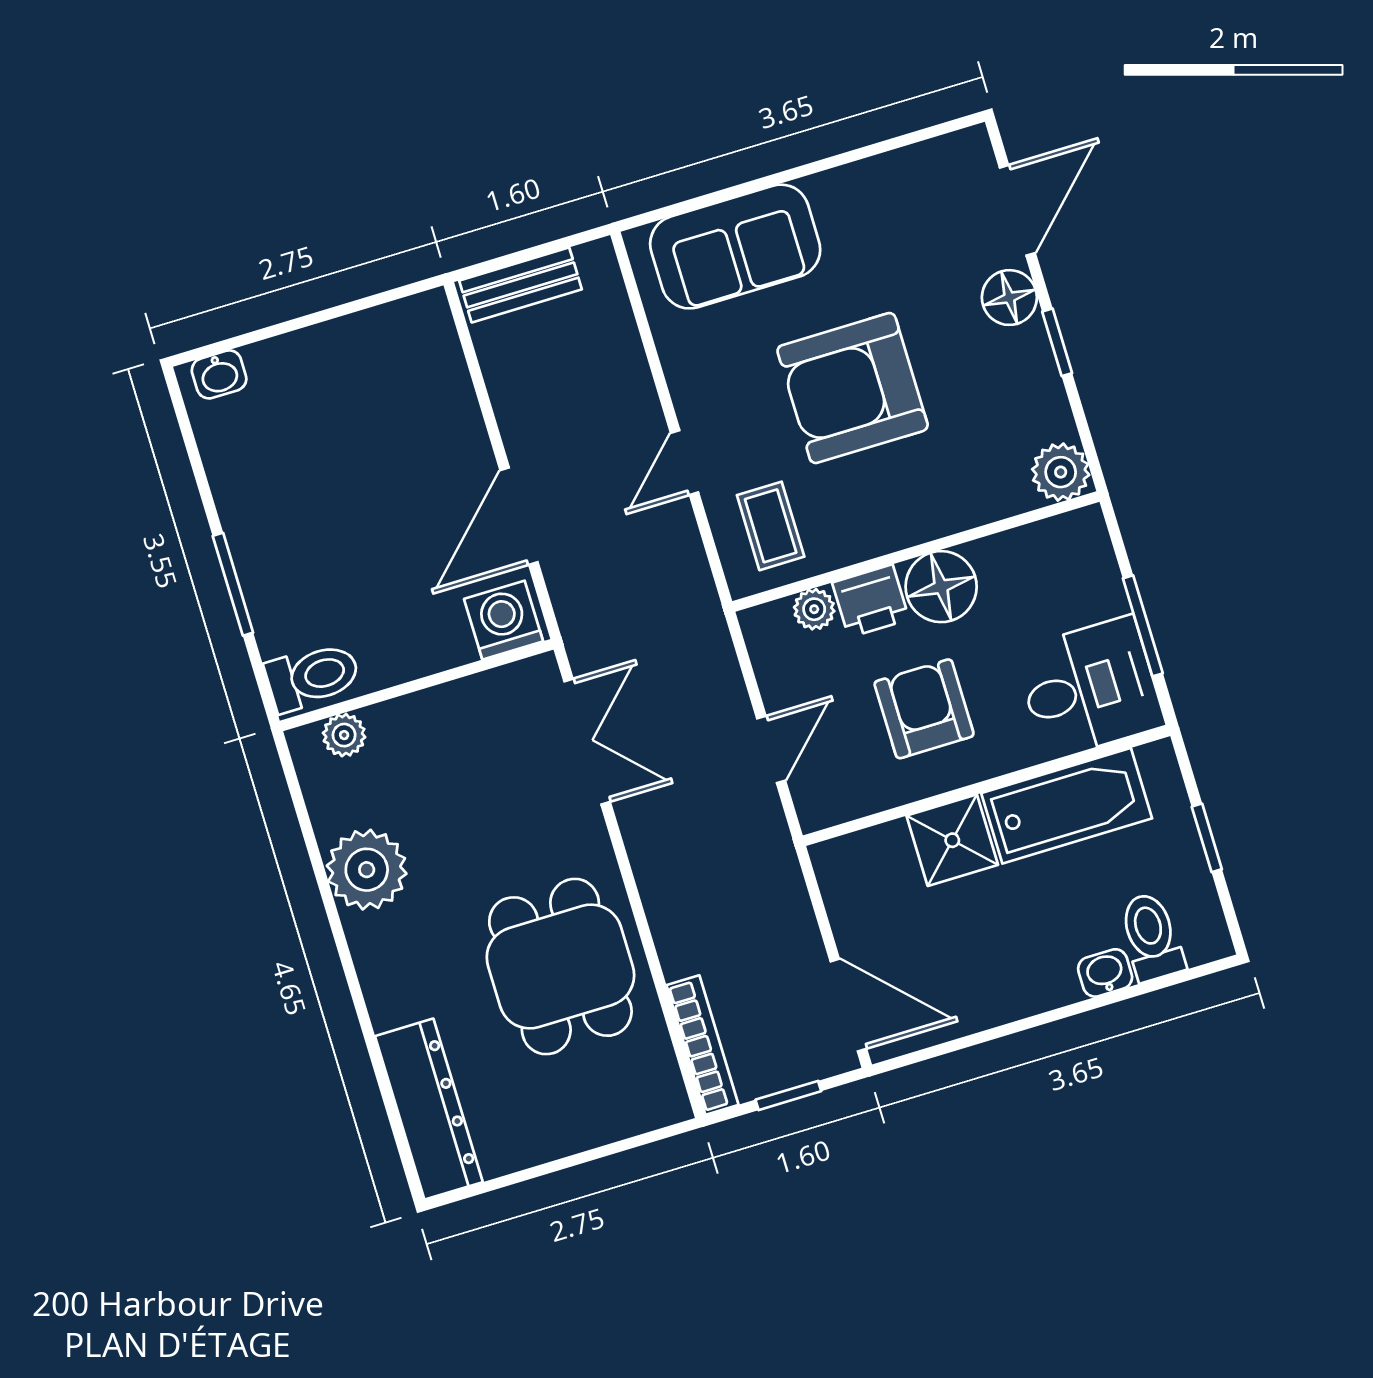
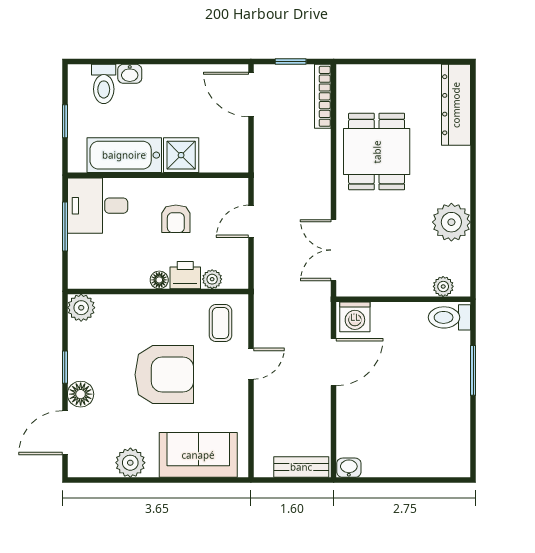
plant: (867, 190) -> (130, 463), added
washbasin: (219, 374) -> (349, 468), moved
floor lamp: (941, 587) -> (159, 280), width x0.53, depth x0.53
armchair: (924, 709) -> (176, 219), width x0.72, depth x0.72

